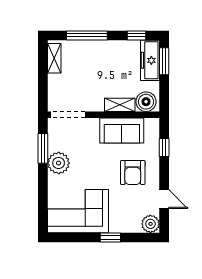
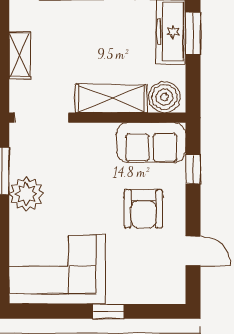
shelving: (54, 58) -> (20, 55), moved
shelving: (120, 105) -> (111, 98), width x1.50, depth x1.33
sofa: (122, 130) -> (151, 142), moved
plant: (150, 224) -> (171, 290), removed

